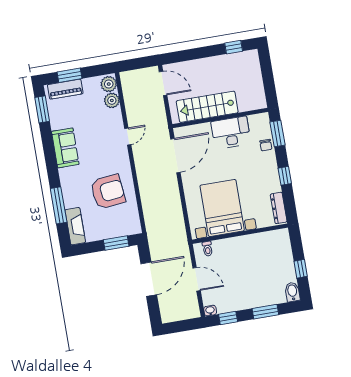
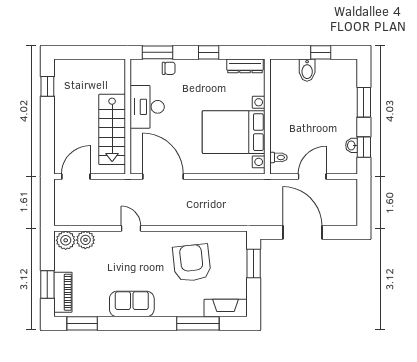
bidet: (292, 292) -> (307, 70), moved, turned -90
washbasin: (210, 311) -> (352, 145), moved

